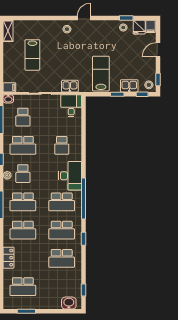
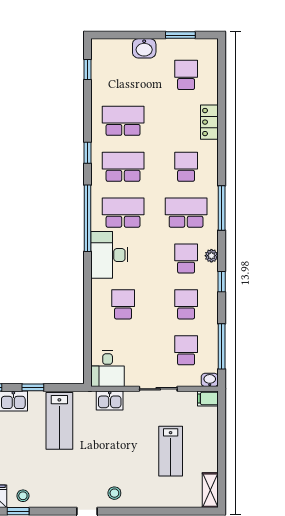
lab bench: (32, 55) -> (171, 451), turned 180
school desk: (23, 145) -> (186, 304), width x0.54
school desk: (23, 230) -> (186, 167), width x0.54
school desk: (23, 287) -> (186, 75), width x0.54
washbasin: (69, 303) -> (144, 48), moved

